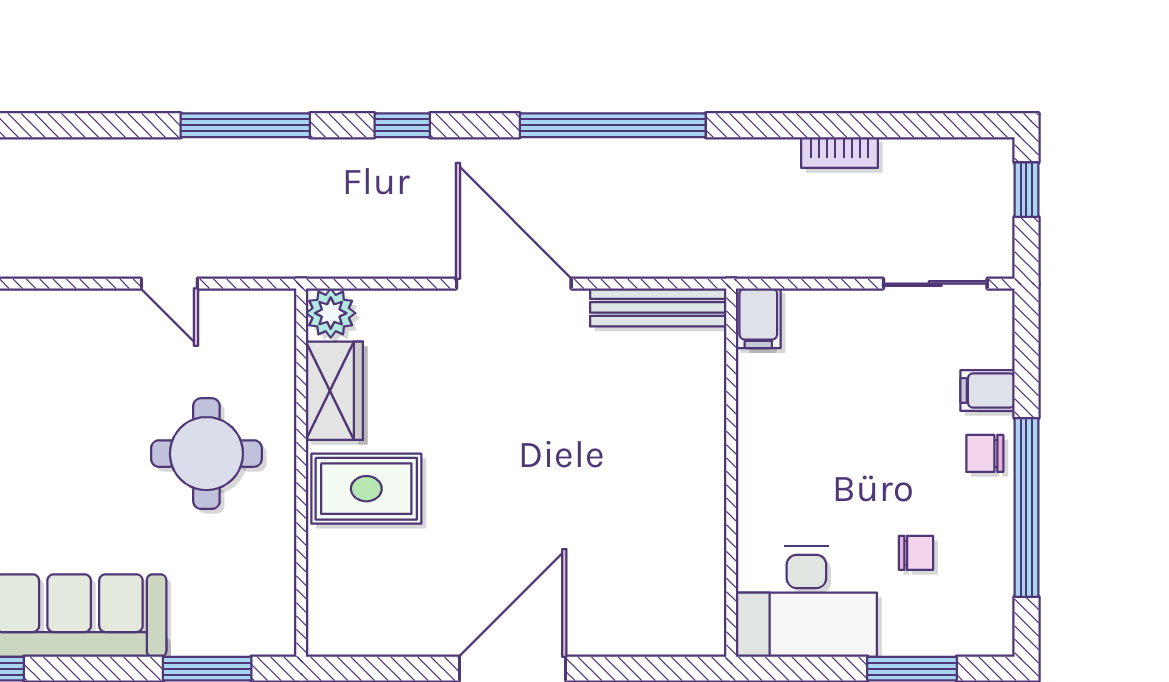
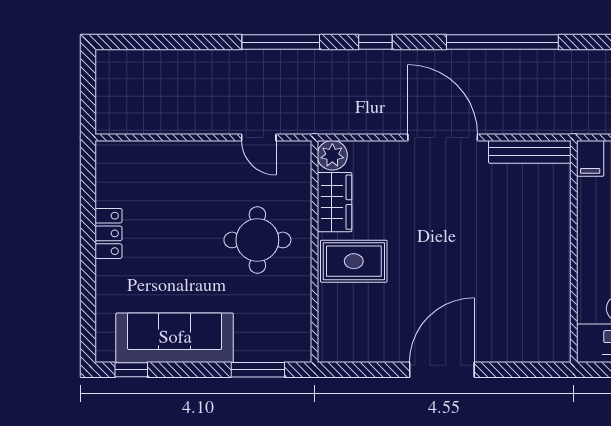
door: (169, 284) -> (259, 138), moved

